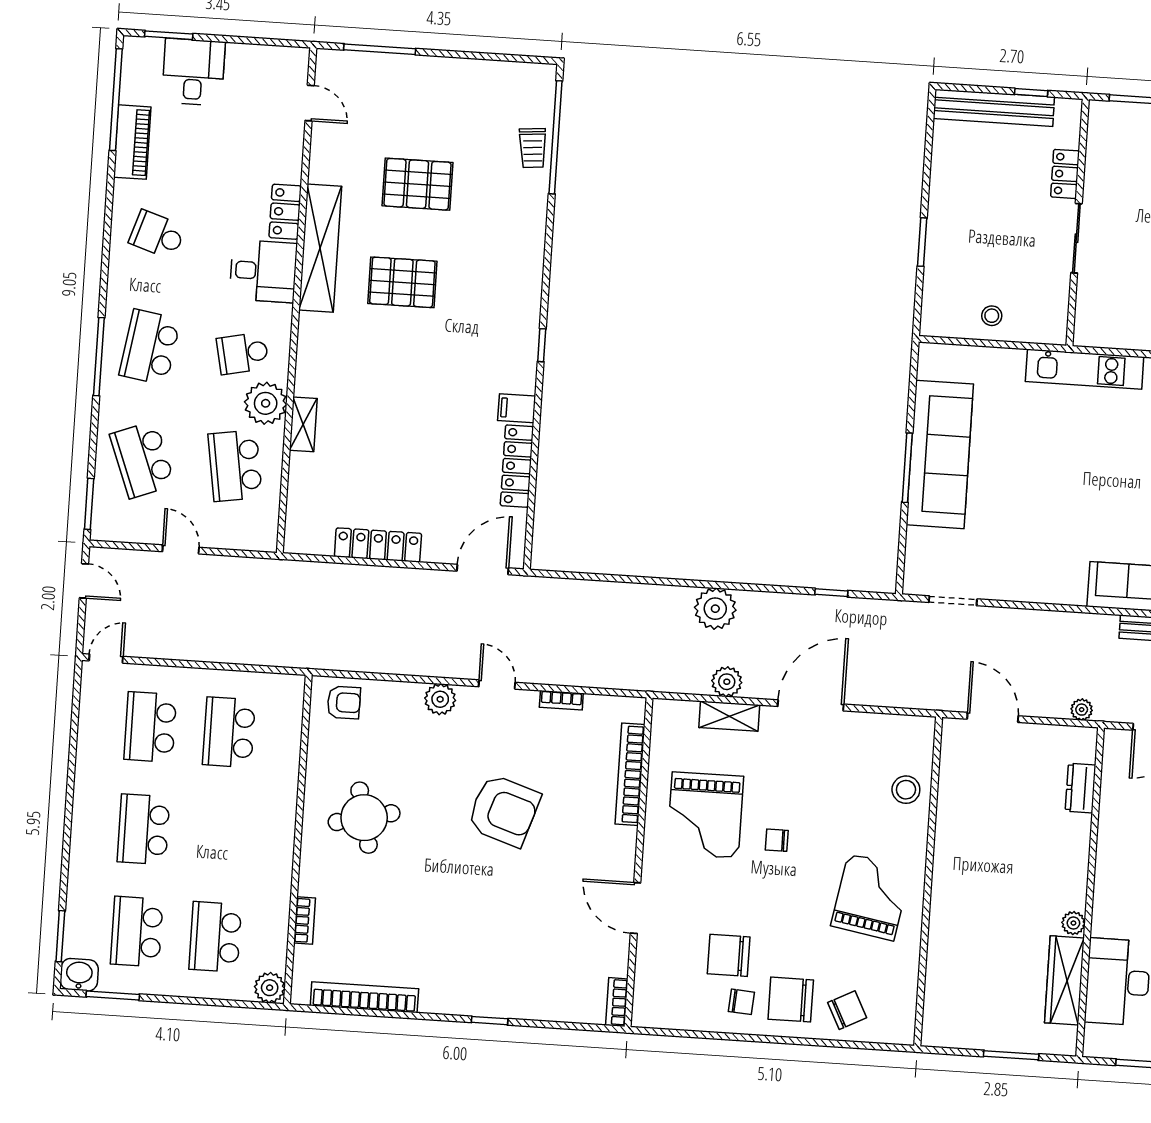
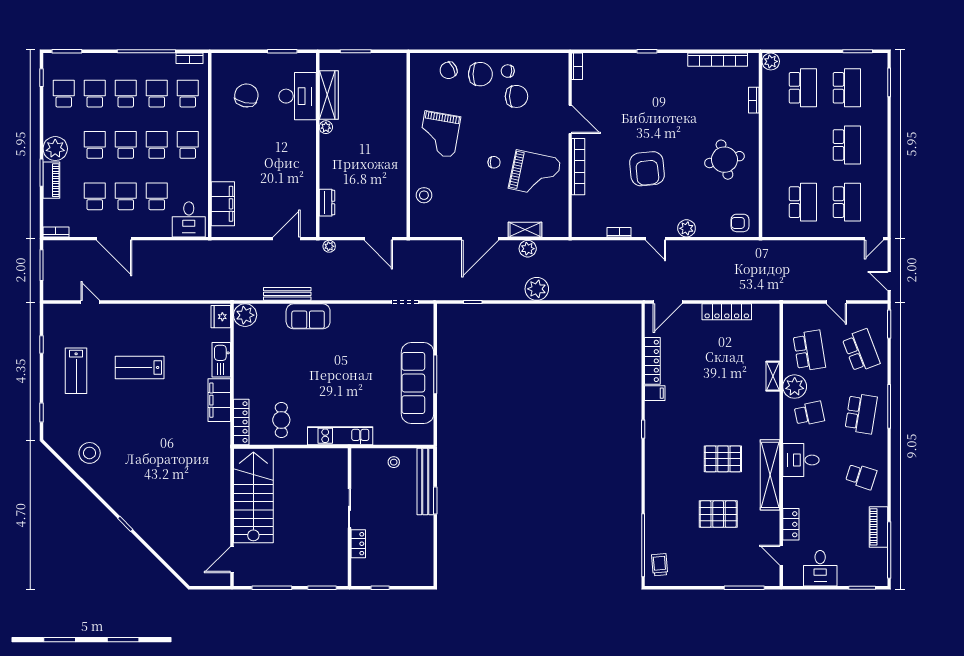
desk: (193, 72) -> (820, 568), moved
bench: (994, 108) -> (425, 481), moved, turned 90
trolley: (533, 148) -> (660, 565), moved
locker: (285, 212) -> (791, 524), moved
bookcase: (630, 774) -> (578, 167), moved
armchair: (504, 811) -> (647, 169), turned -114
grand piano: (705, 815) -> (535, 174), turned 102
washbasin: (79, 975) -> (877, 62), removed

